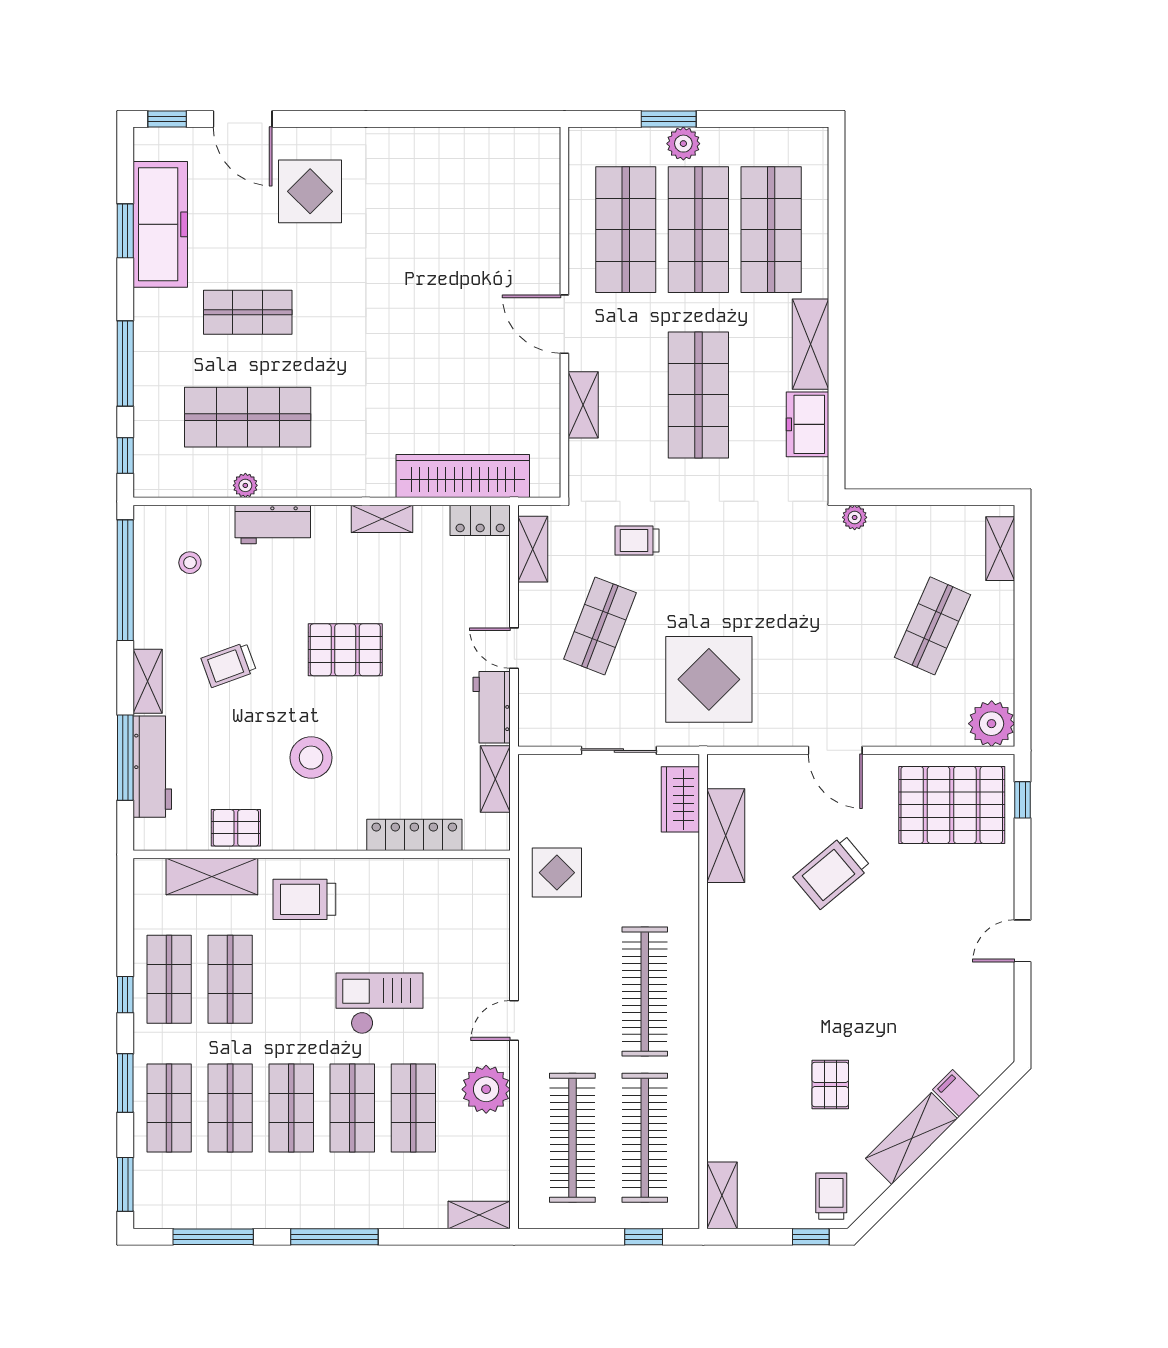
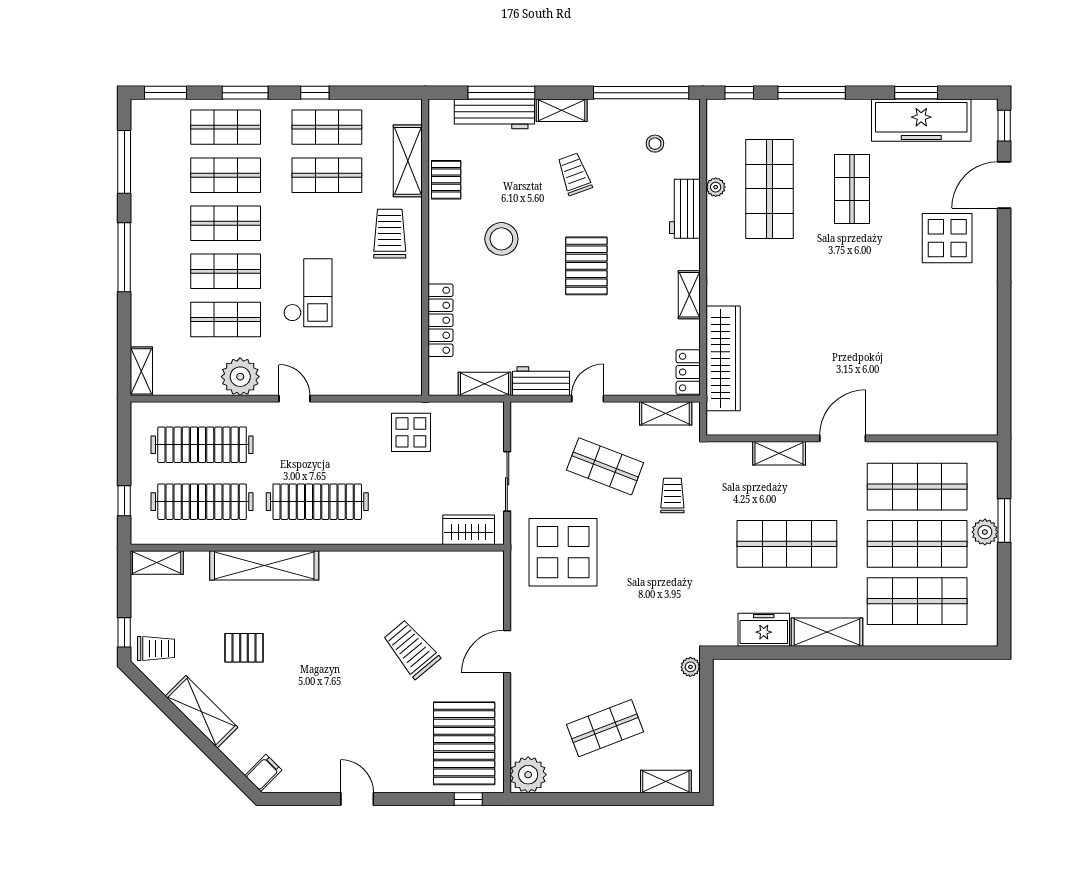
shop shelf: (932, 626) -> (605, 728), turned -45
shelving: (726, 836) -> (264, 565), moved, width x1.47
filing cabinet: (956, 1093) -> (263, 773), moved

